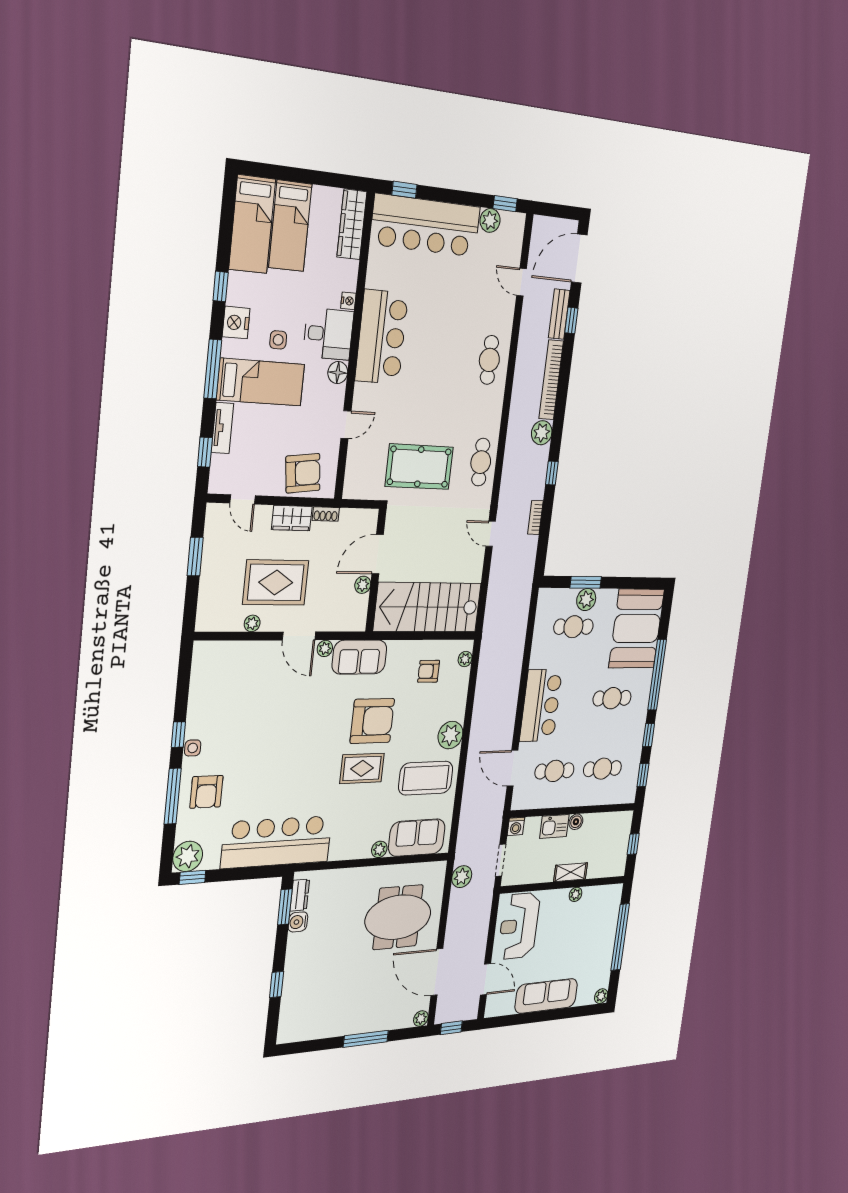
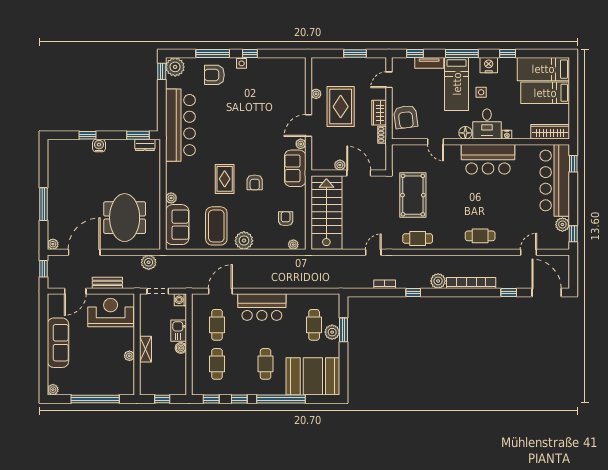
bench: (559, 314) -> (107, 283), moved
armchair: (372, 721) -> (255, 182), width x0.53, depth x0.53
water cooler: (298, 922) -> (99, 146), moved

